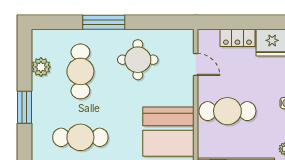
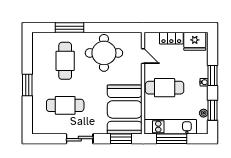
window: (104, 22) -> (69, 28), moved
round table: (138, 60) -> (104, 53), width x1.36, depth x1.36
plant: (41, 67) -> (38, 58), removed

